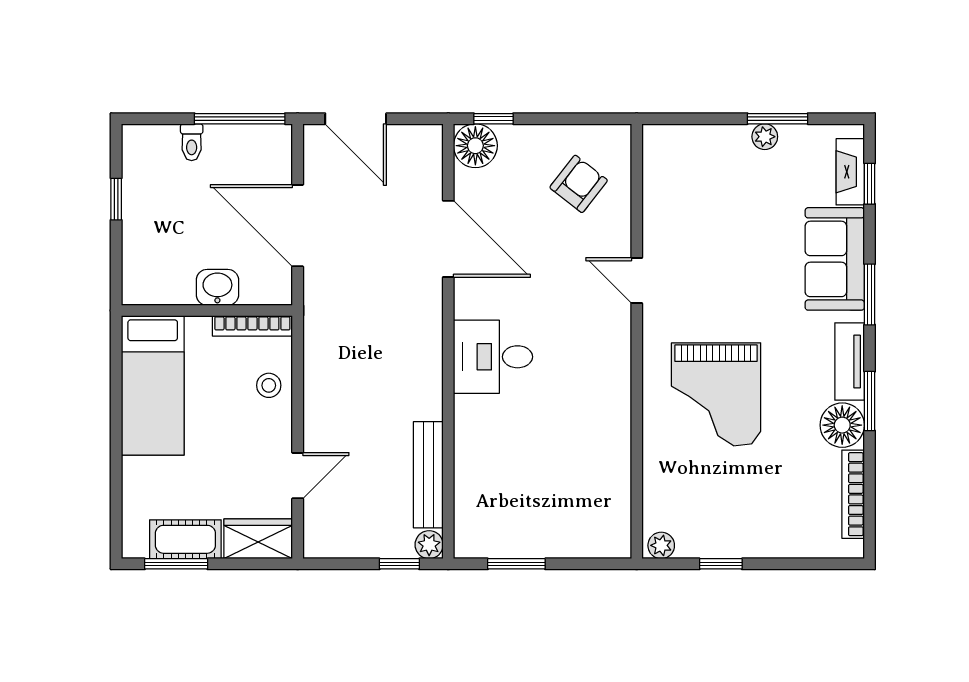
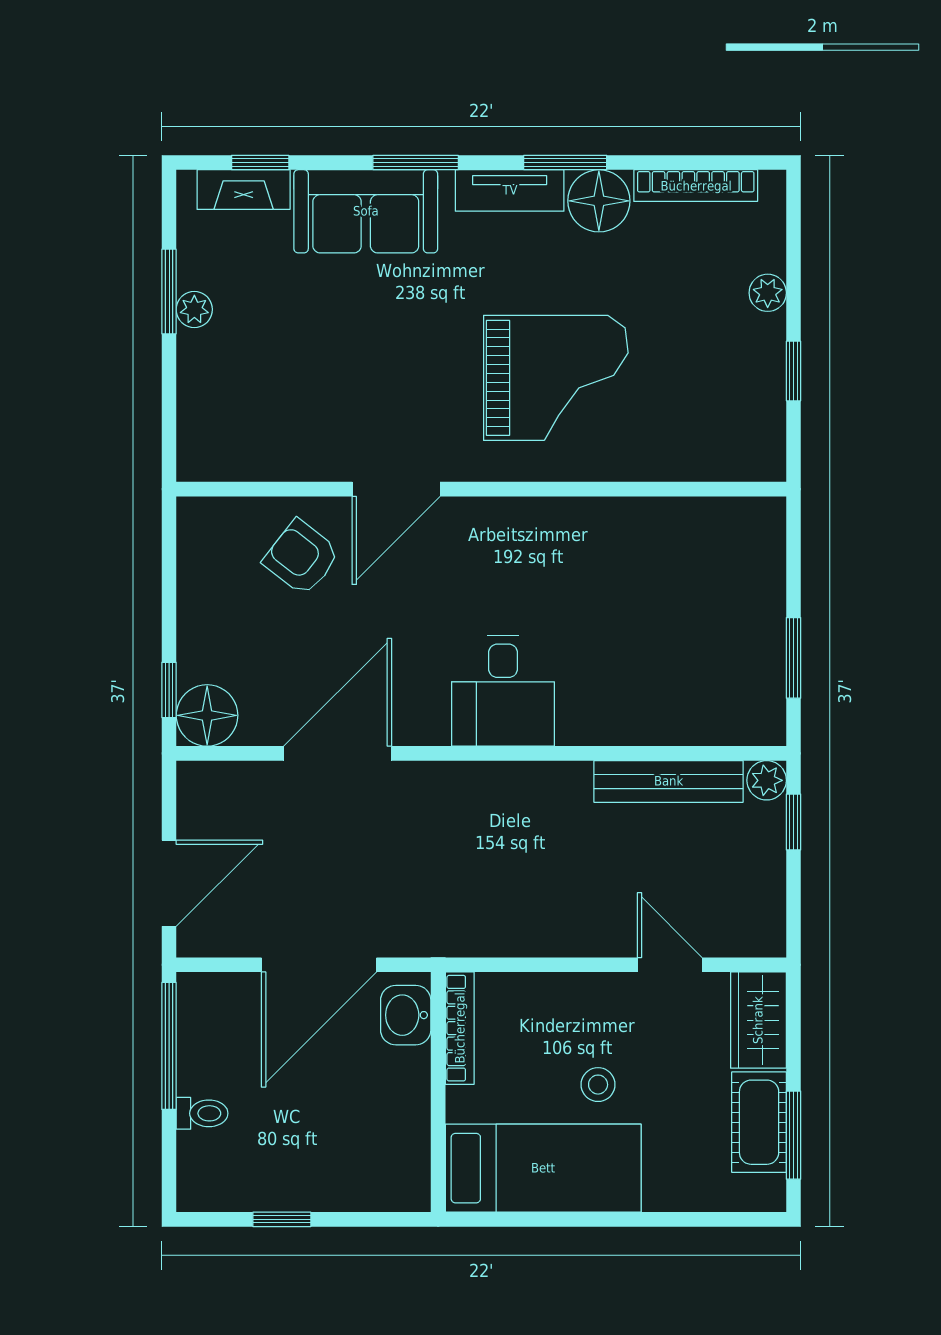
armchair: (579, 184) -> (301, 558), moved
door: (637, 281) -> (396, 489), width x1.38
washbasin: (217, 287) -> (406, 1015), moved
stool: (269, 385) -> (598, 1085), moved
plant: (661, 545) -> (768, 293), moved

